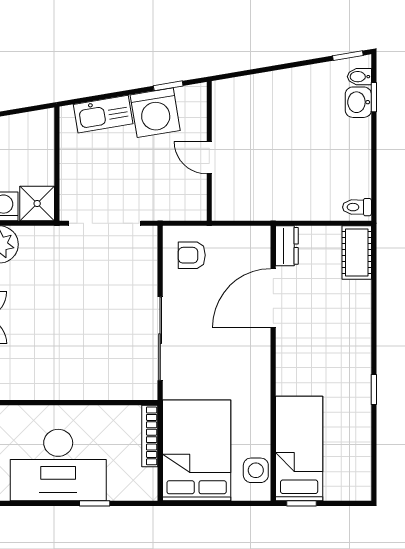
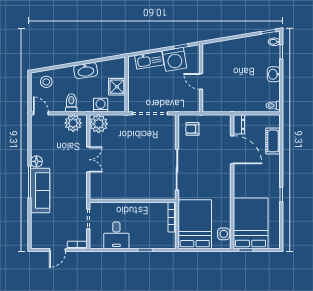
washbasin: (358, 102) -> (274, 74), moved
shower: (37, 203) -> (117, 87), moved
cot: (357, 253) -> (273, 141), moved
door: (273, 298) -> (232, 150), swing flipped
bed: (299, 449) -> (251, 223), width x1.50
desk: (58, 465) -> (116, 235), width x0.53, depth x0.77

